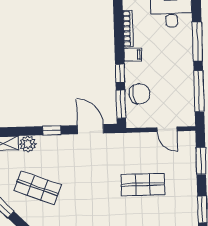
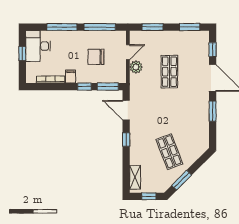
chair: (140, 94) -> (96, 57), moved, turned -80
door: (90, 129) -> (126, 110), hinge flipped
plant: (28, 144) -> (136, 67), moved
shop shelf: (38, 188) -> (169, 152), turned -42

